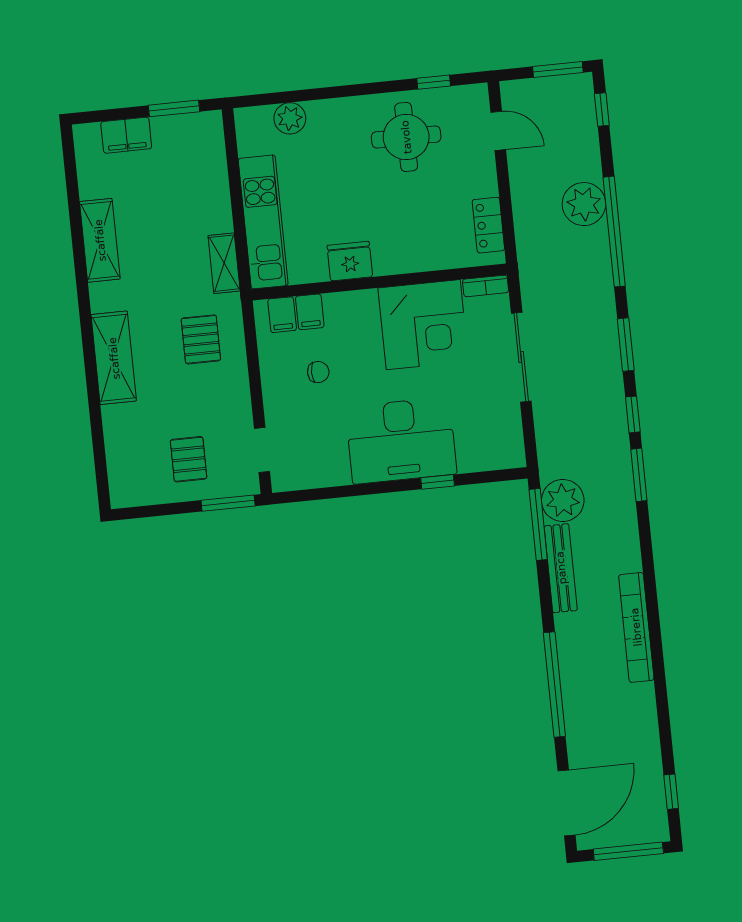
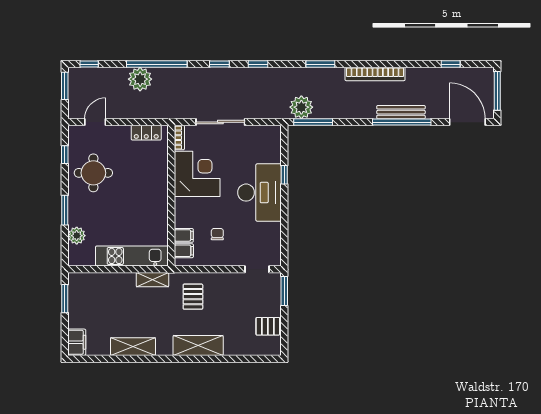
window: (334, 92) -> (65, 210), added
filing cabinet: (126, 135) -> (77, 342), moved
fridge: (350, 261) -> (158, 211), removed
pallet: (201, 339) -> (193, 297), turned 90
window: (626, 345) -> (219, 64), width x0.67
pallet: (189, 459) -> (268, 326), moved
window: (639, 475) -> (320, 64), moved
bench: (561, 568) -> (401, 112), moved
window: (671, 792) -> (451, 64), moved

